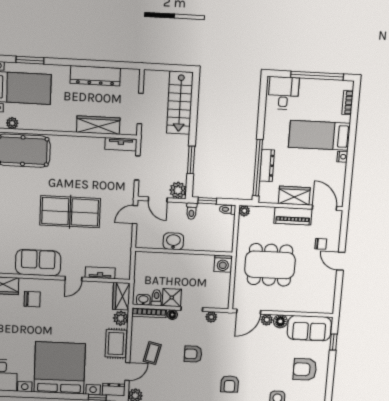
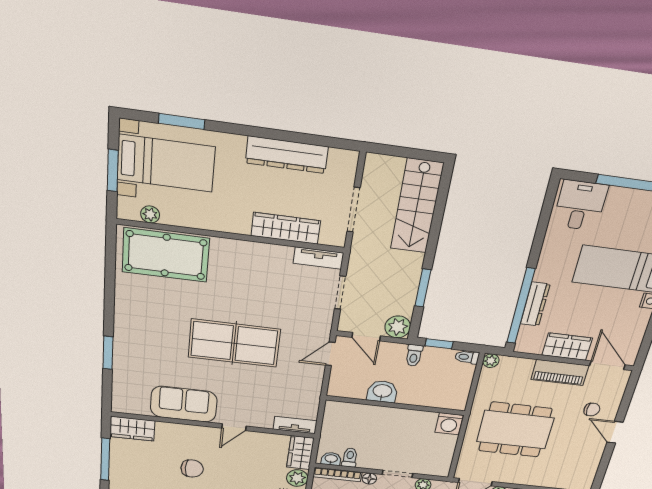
tv unit: (100, 273) -> (295, 425), moved
shower: (172, 298) -> (371, 459), removed
chair: (32, 299) -> (192, 468), moved

